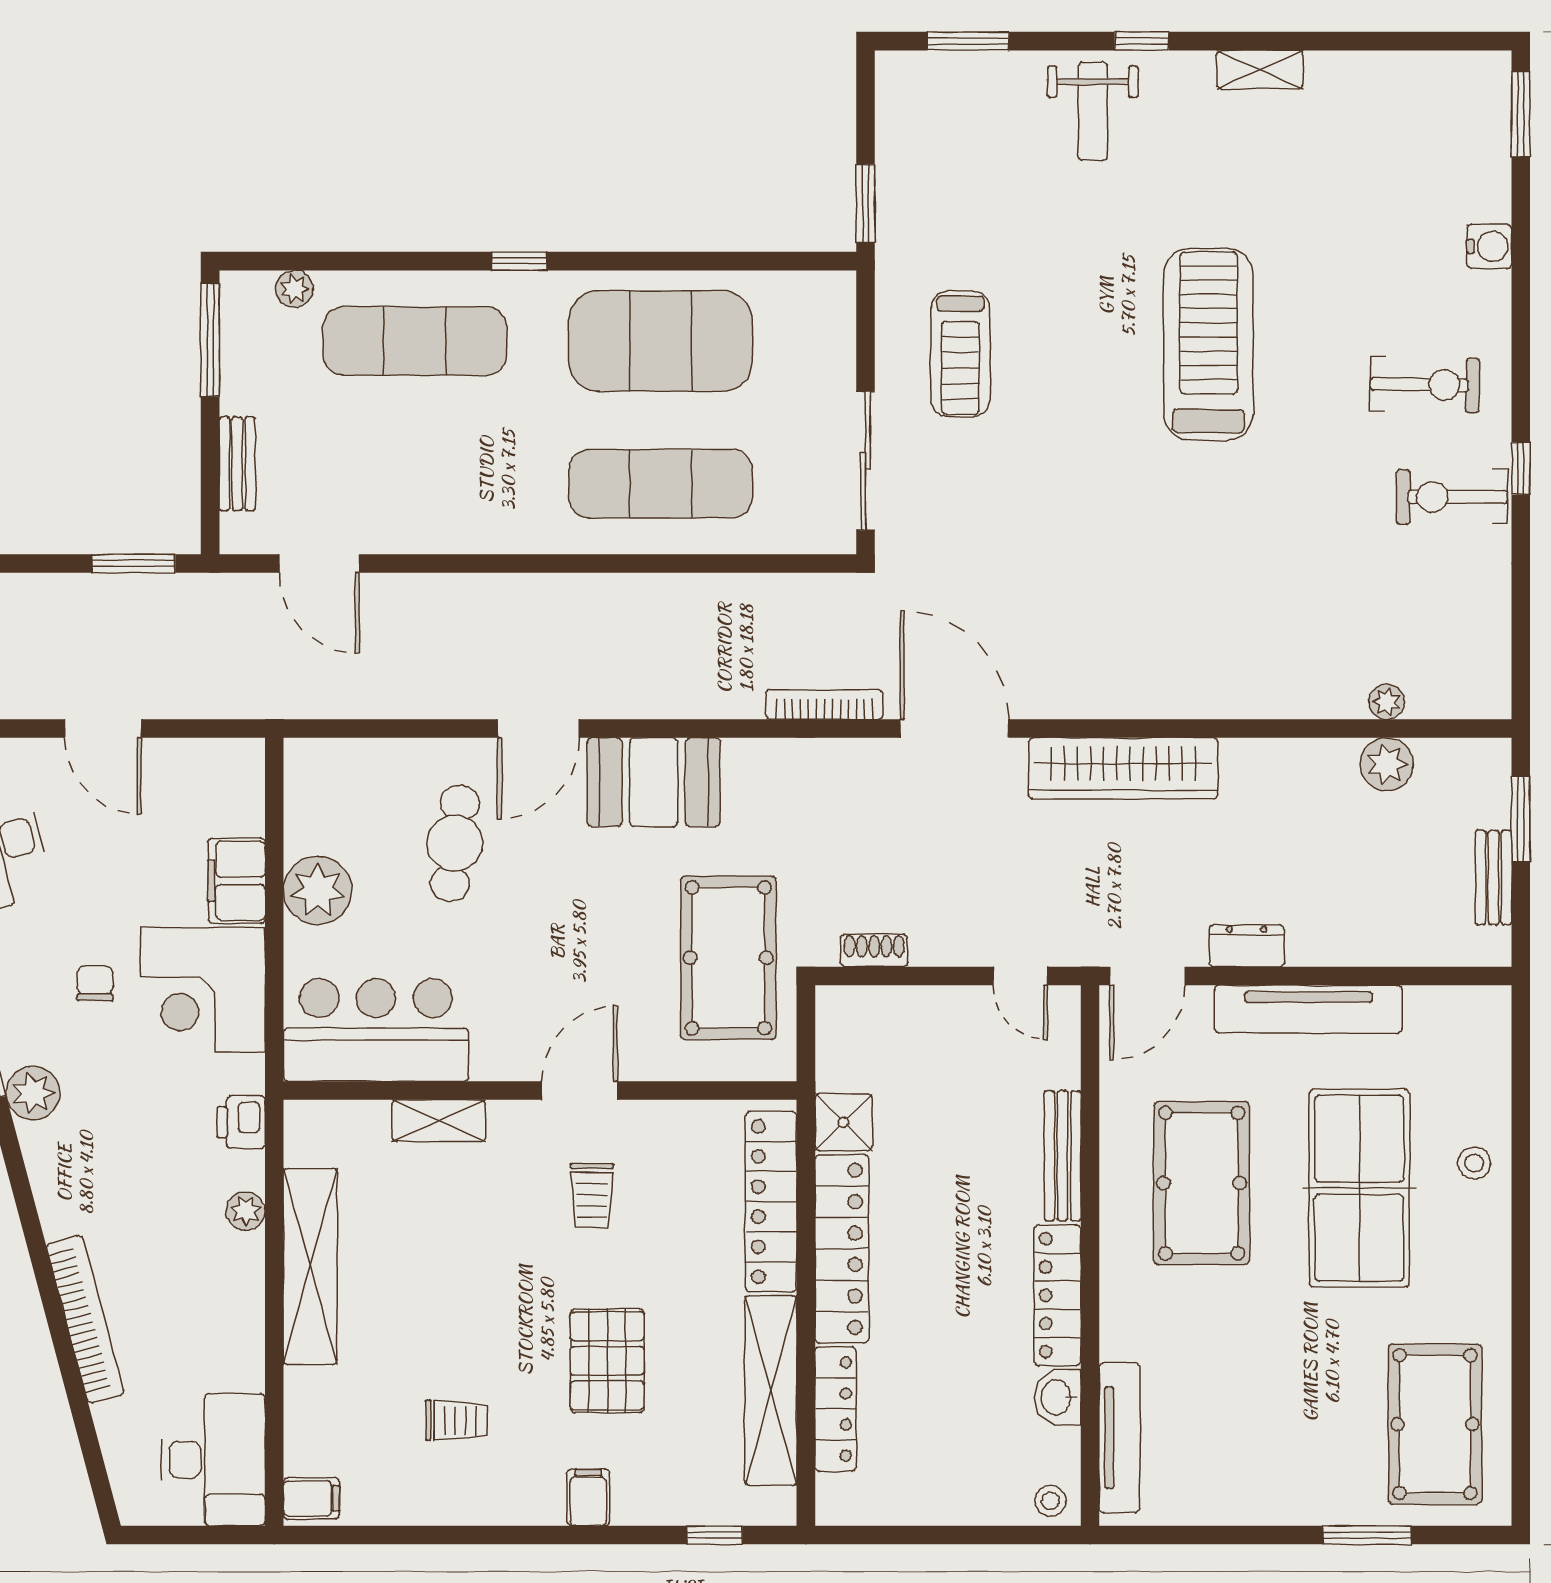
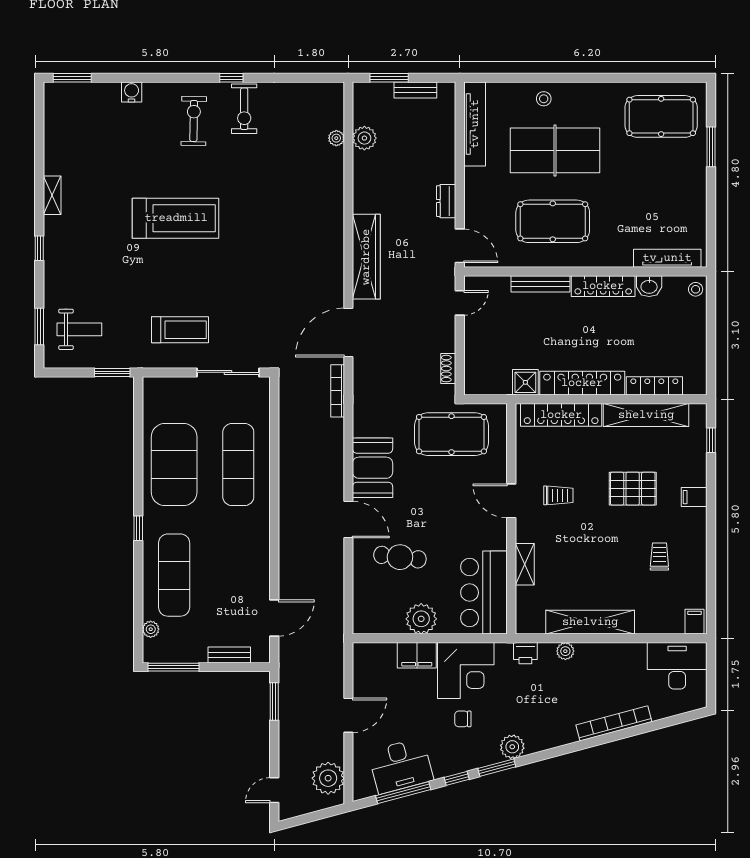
weight bench: (1093, 111) -> (79, 329), moved
treadmill: (1208, 344) -> (176, 218), turned 180
tv unit: (1308, 1009) -> (475, 124), moved

